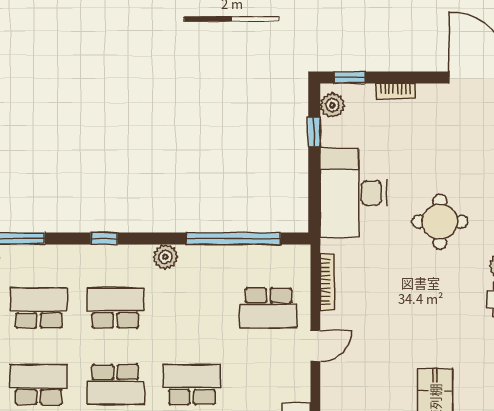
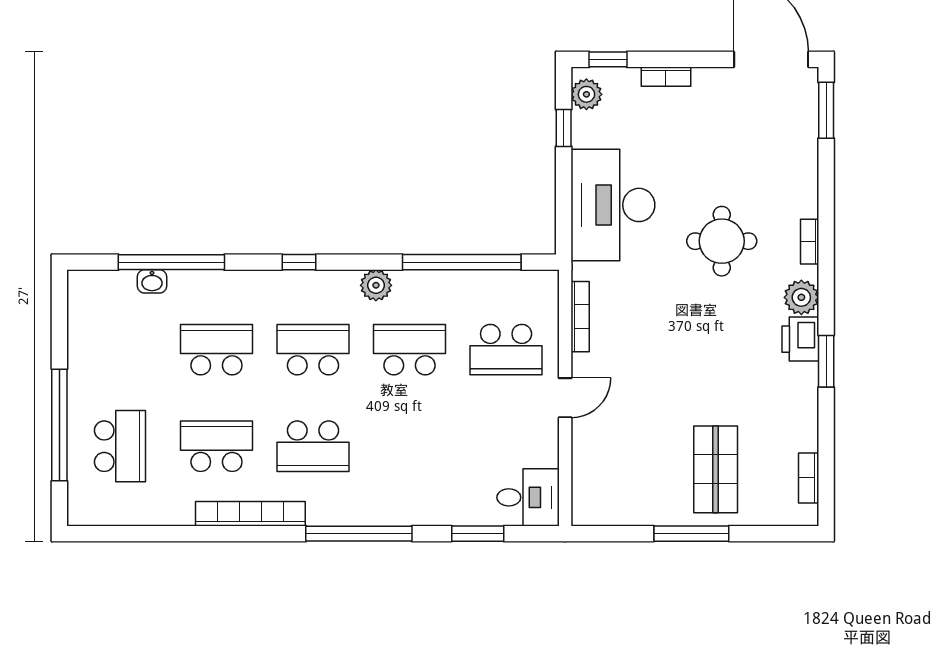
school desk: (192, 385) -> (410, 350), moved

